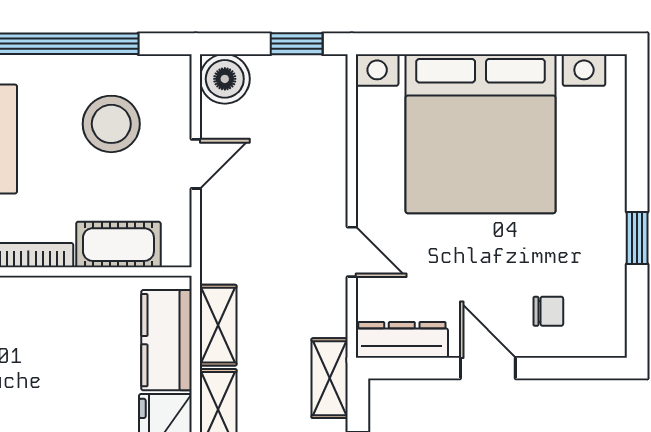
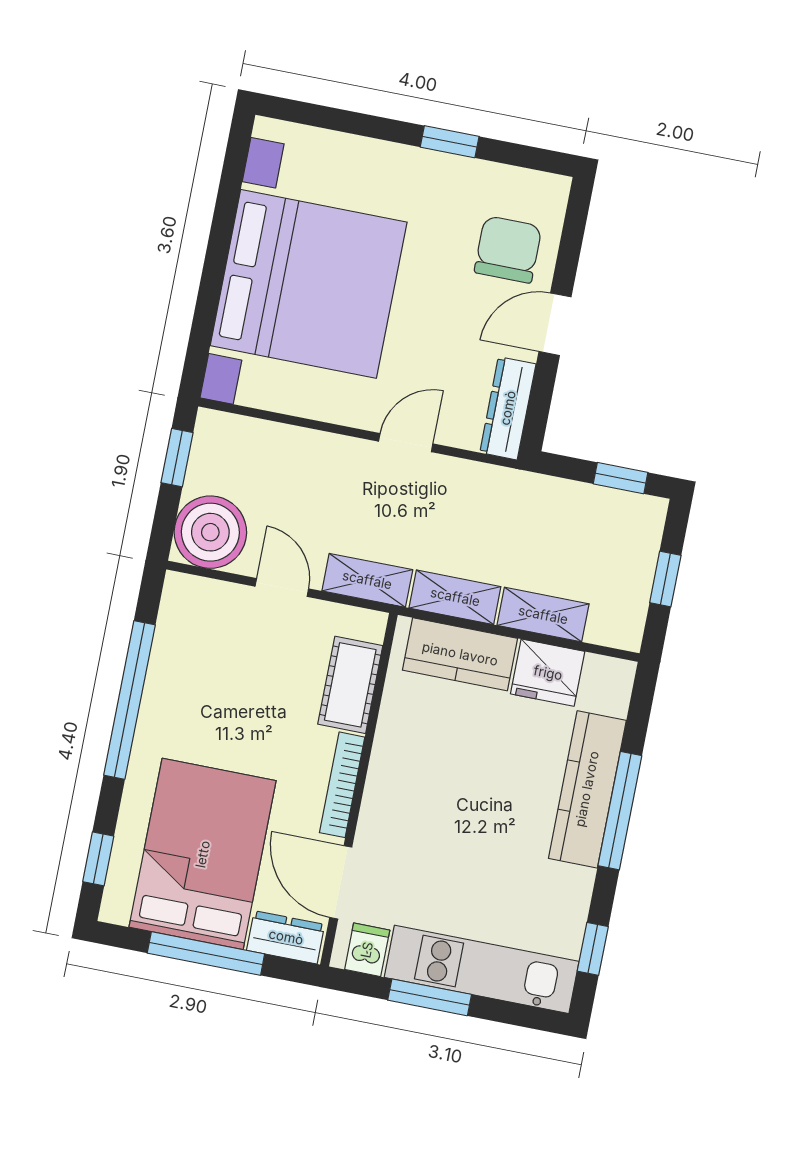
boiler: (225, 79) -> (210, 532), width x1.37, depth x1.37
stool: (111, 124) -> (223, 668), removed
chair: (548, 311) -> (508, 249), width x1.87, depth x1.87
shelving: (330, 378) -> (367, 580), moved

